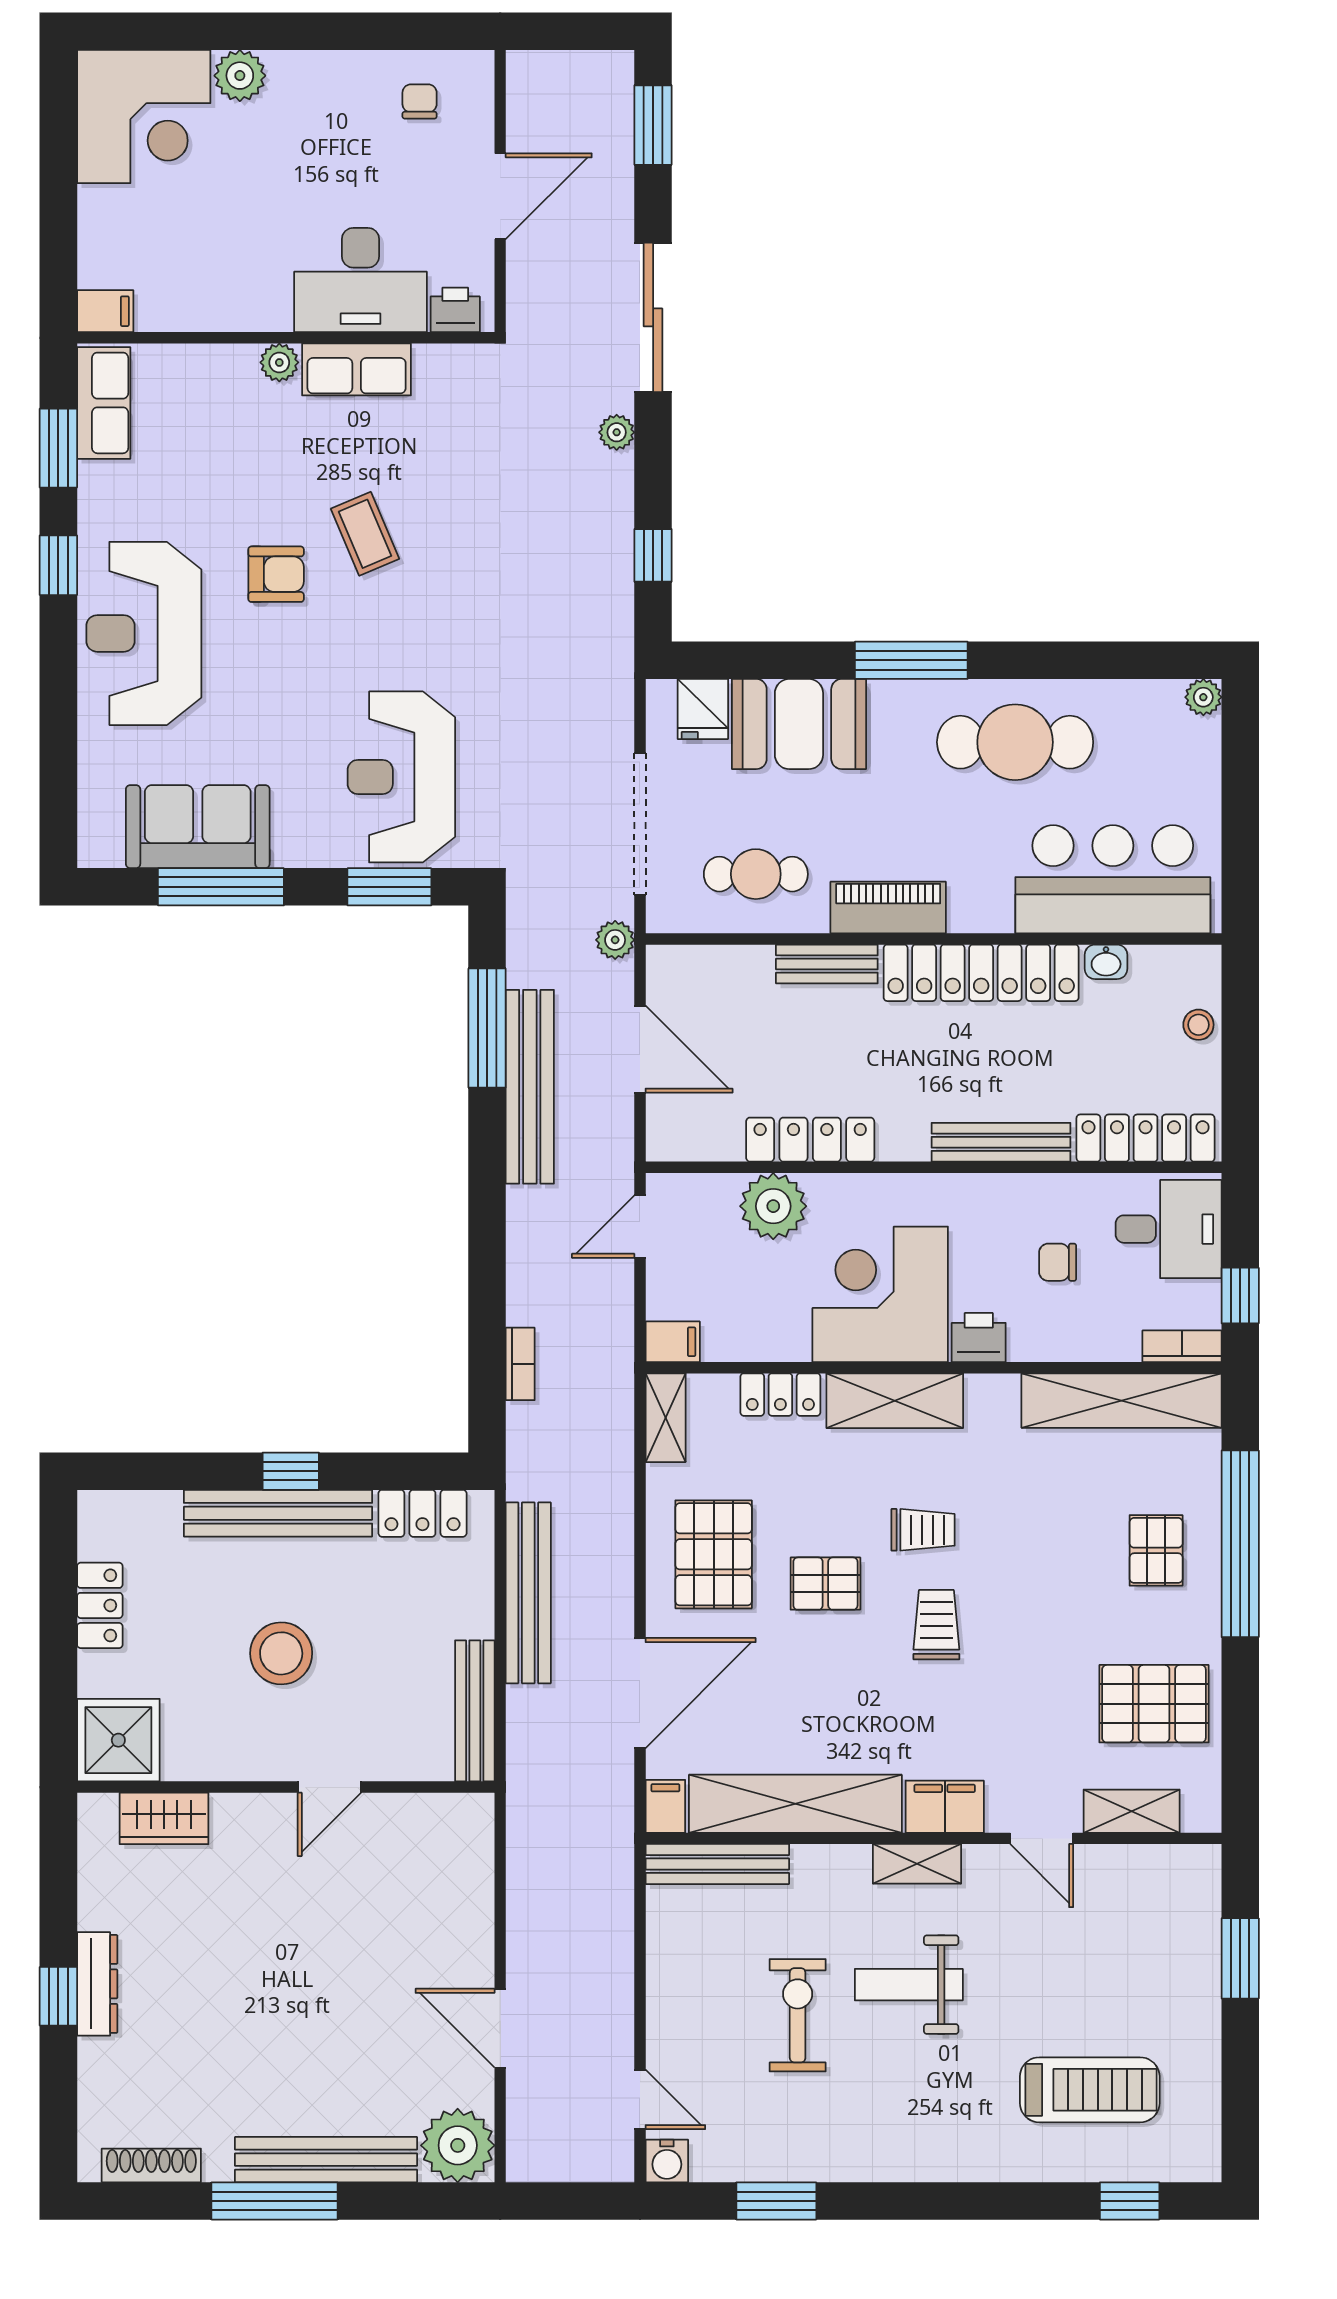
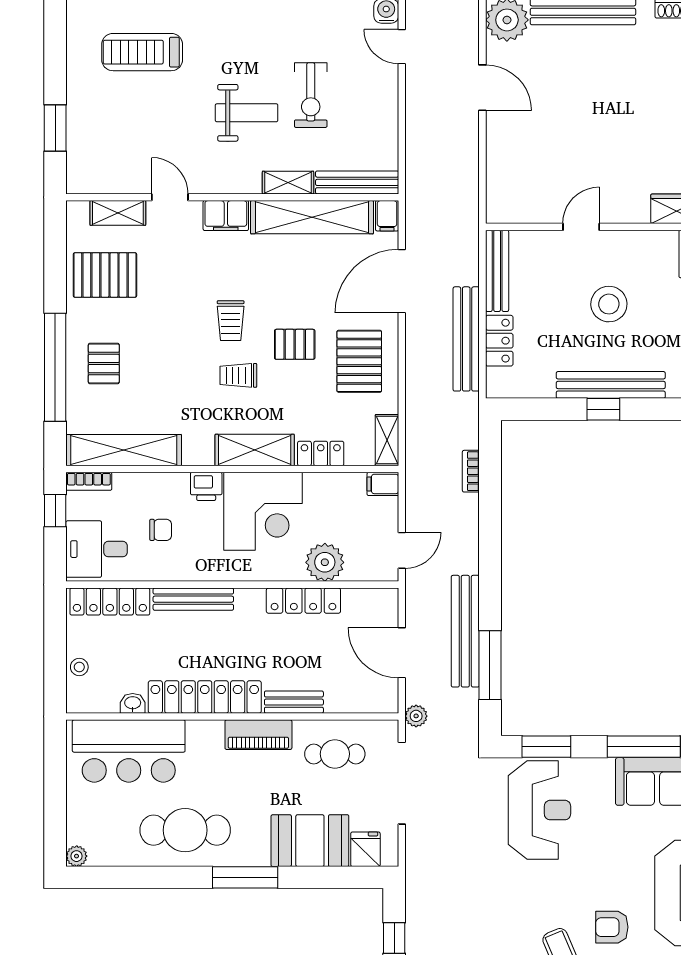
locker: (422, 1513) -> (499, 341), moved, turned 90
shelving: (917, 1864) -> (288, 183), moved

